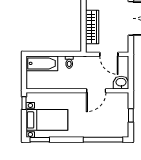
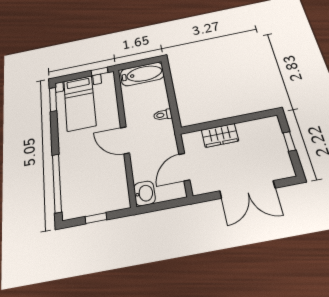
wardrobe: (92, 27) -> (220, 135), width x0.67
bathtub: (42, 63) -> (142, 74), moved, turned -90
door: (96, 91) -> (125, 140), moved

